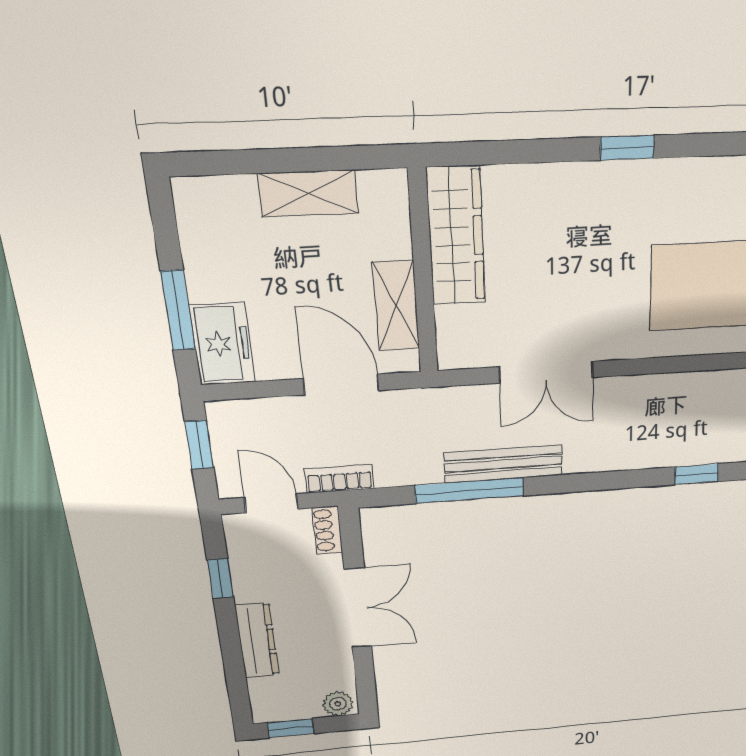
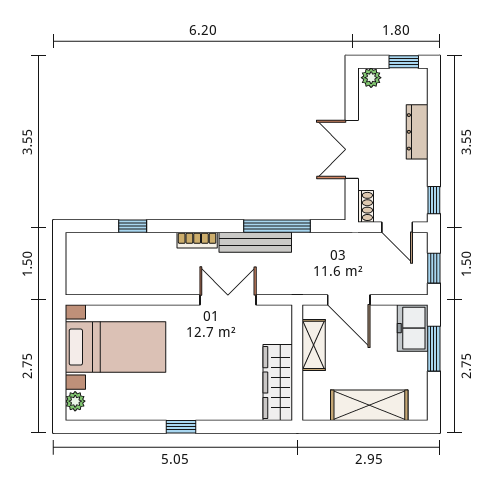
shelving: (308, 193) -> (369, 405), width x1.50, depth x1.33
bookcase: (339, 479) -> (197, 240), moved
window: (220, 578) -> (434, 200), moved

